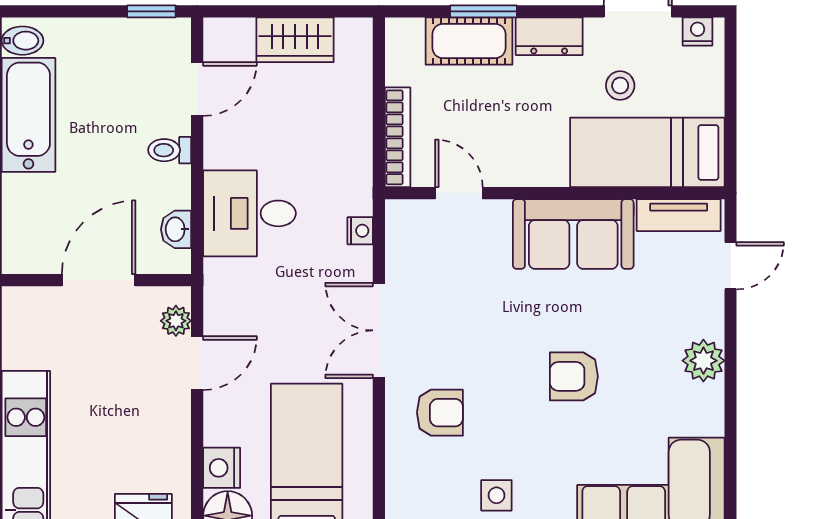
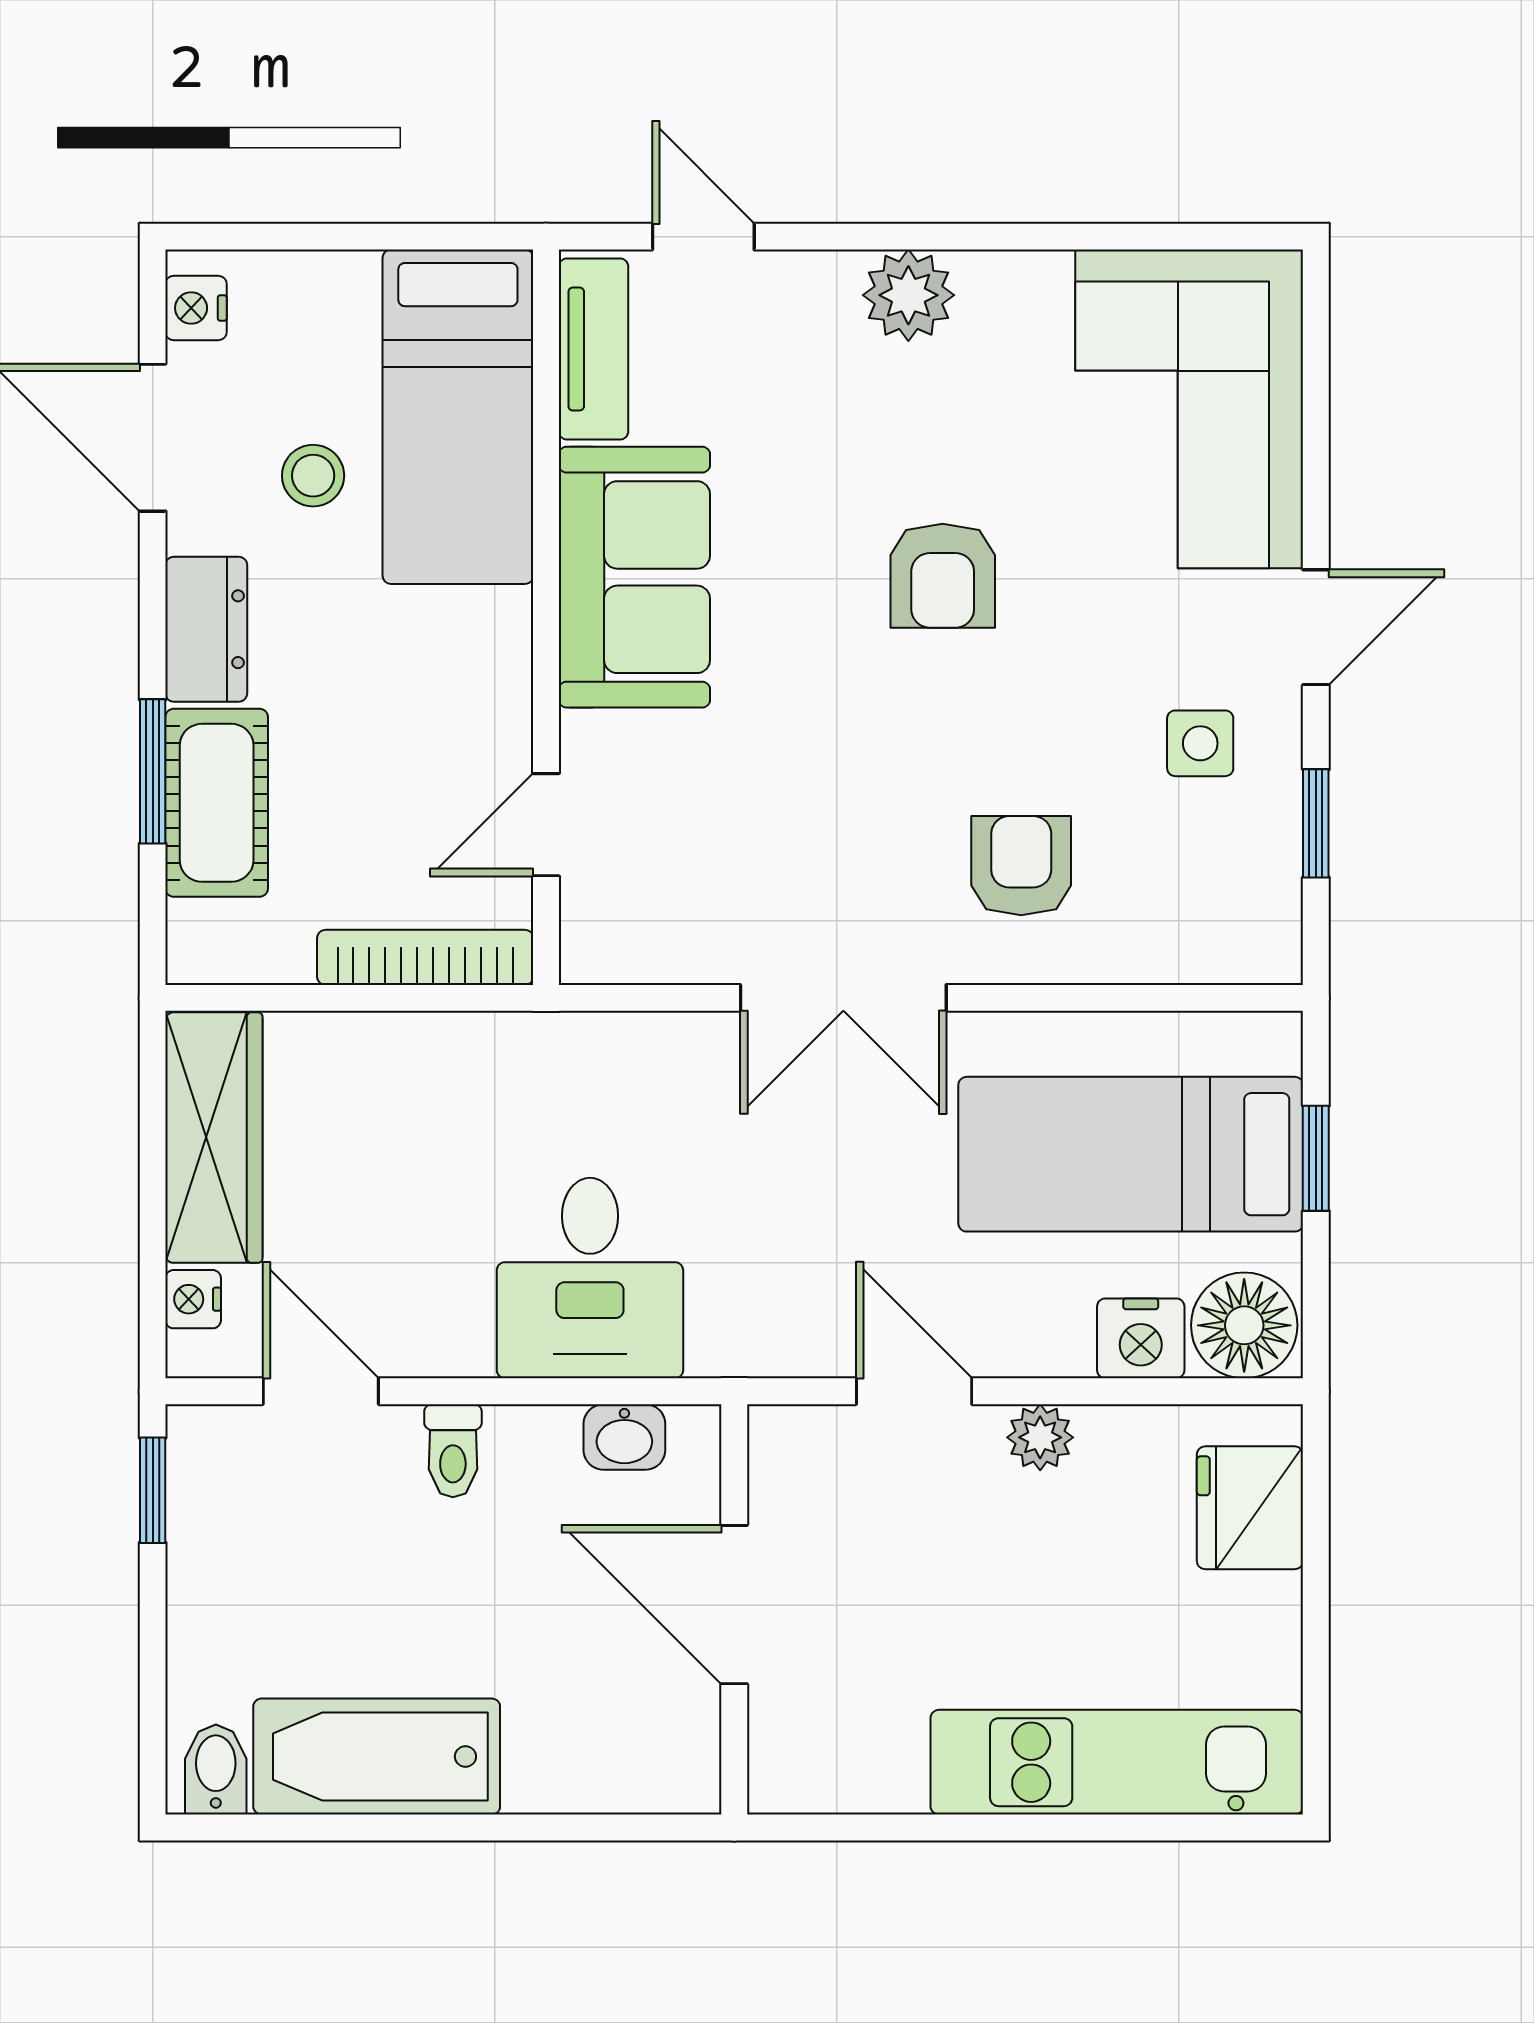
wardrobe: (295, 40) -> (214, 1138), width x1.50
nightstand: (360, 231) -> (193, 1299), moved, turned -90
plant: (176, 321) -> (1040, 1437), moved

